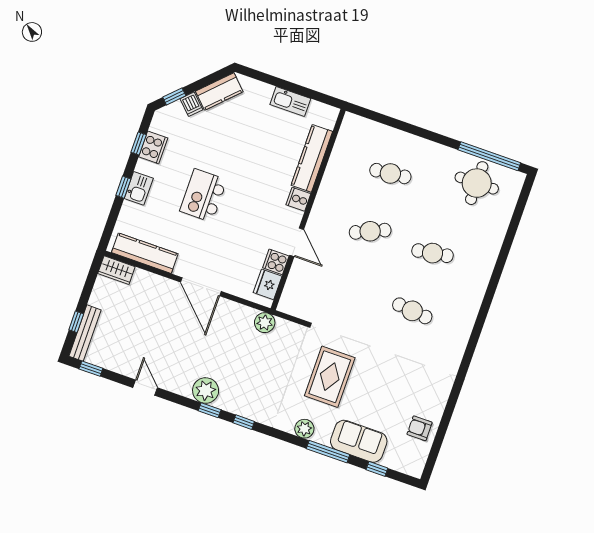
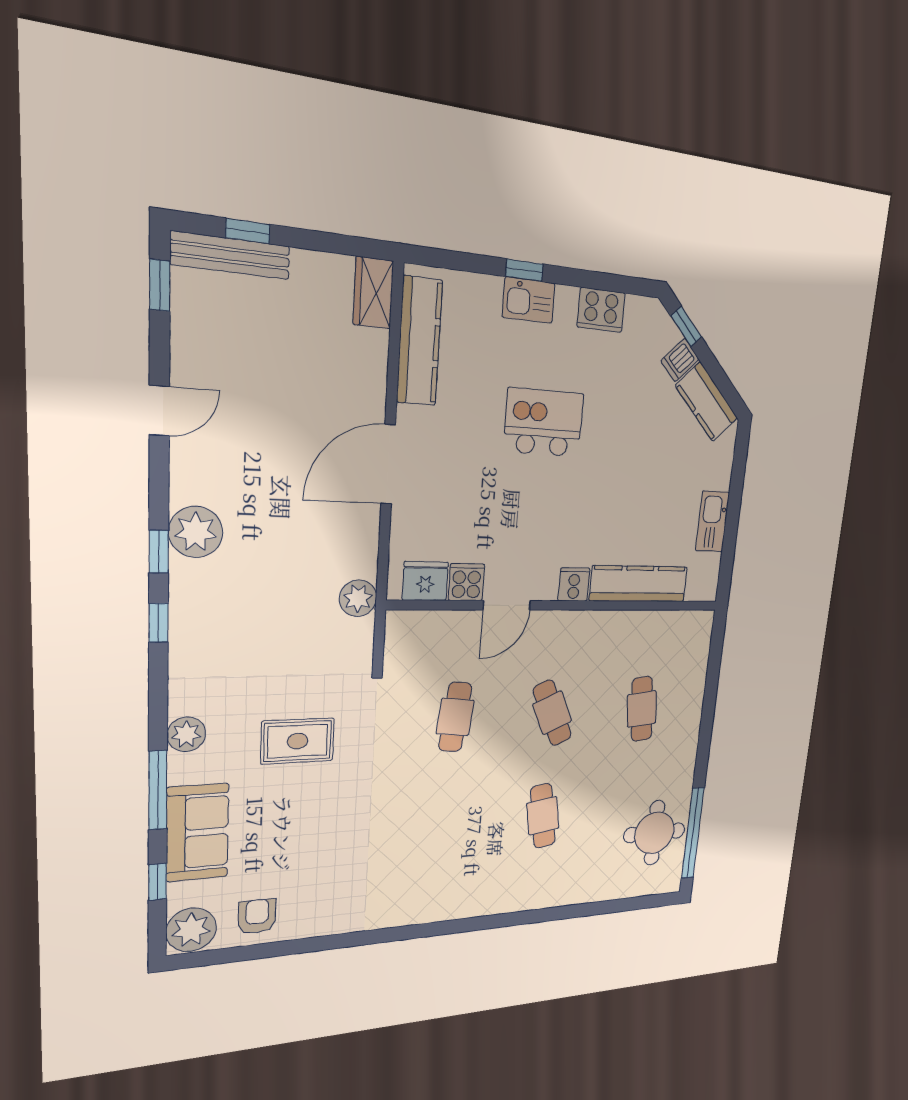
window: (139, 143) -> (602, 281), removed
cafe table: (412, 311) -> (455, 717), moved
rug: (330, 377) -> (298, 741), width x0.73, depth x0.70
plant: (411, 462) -> (191, 930), added

